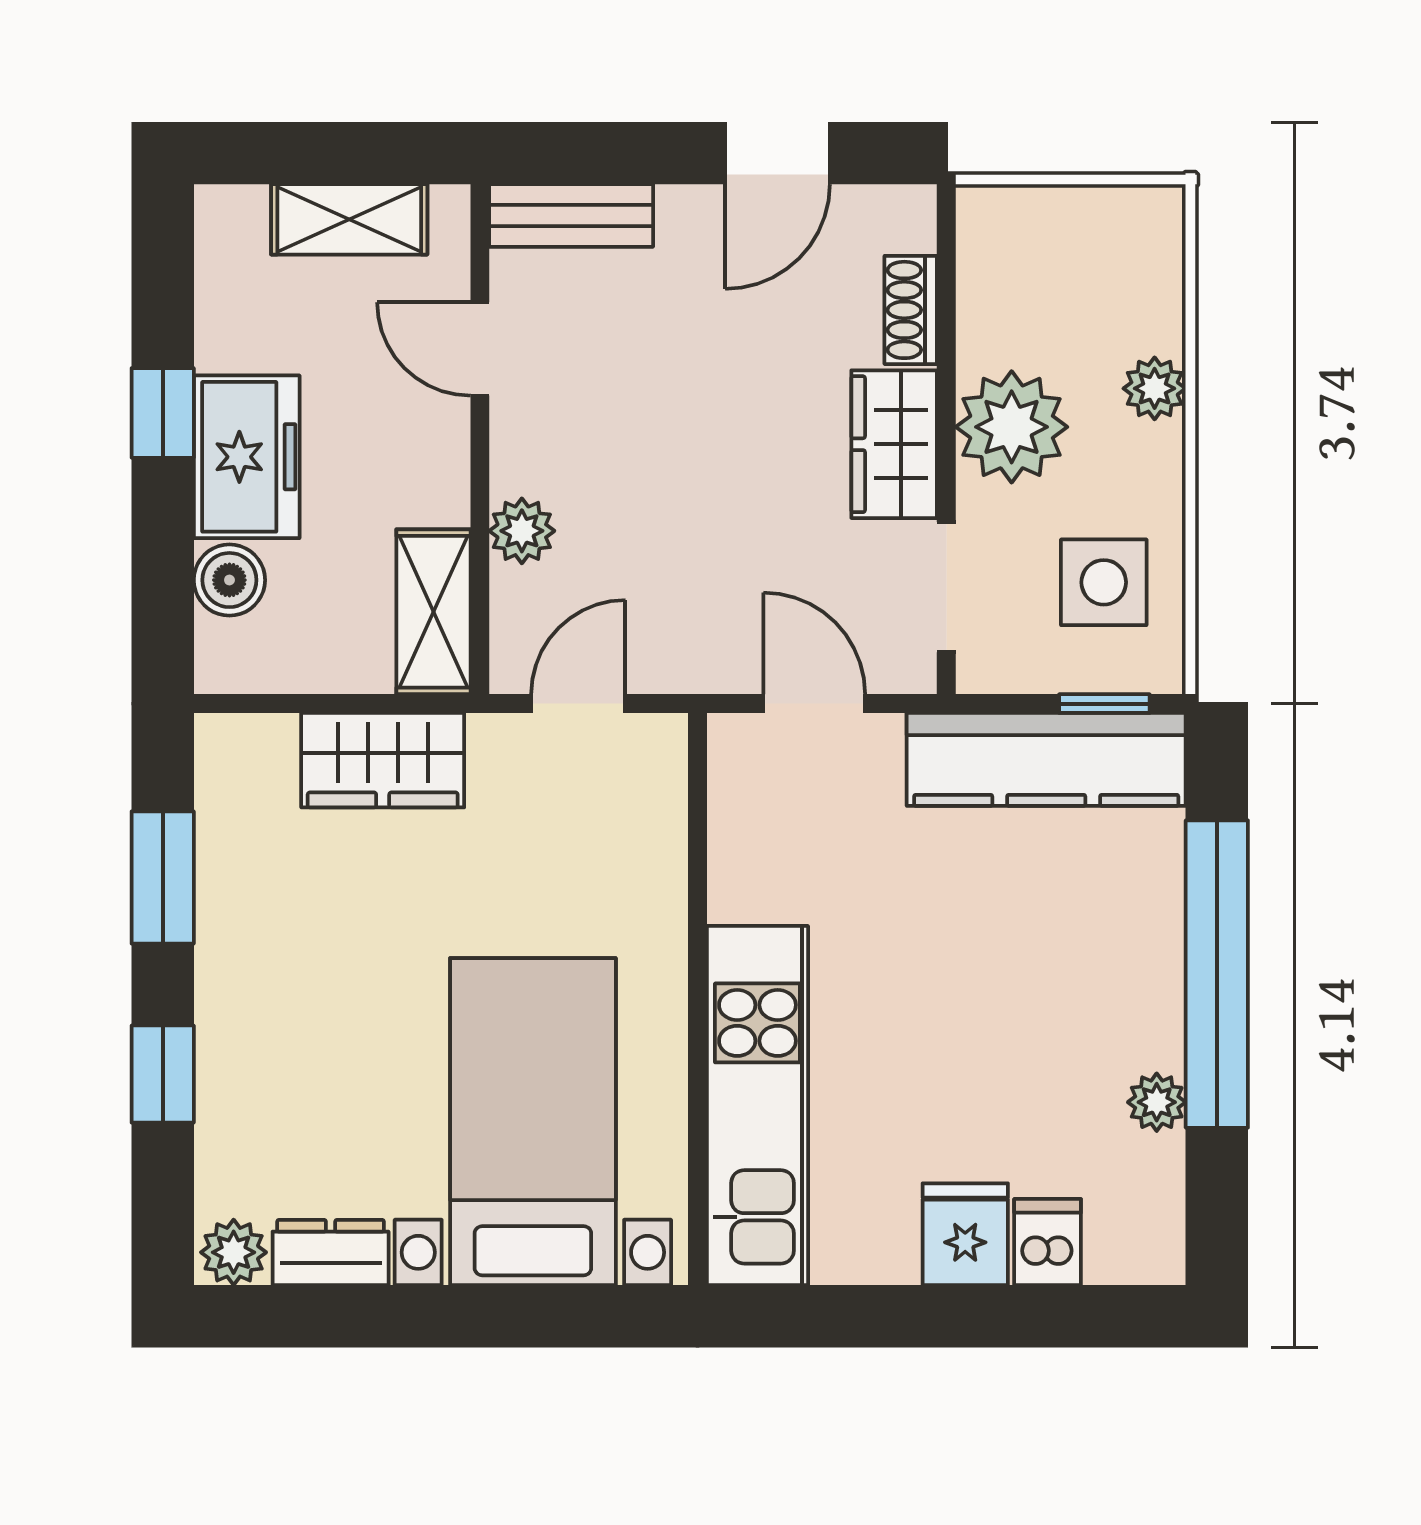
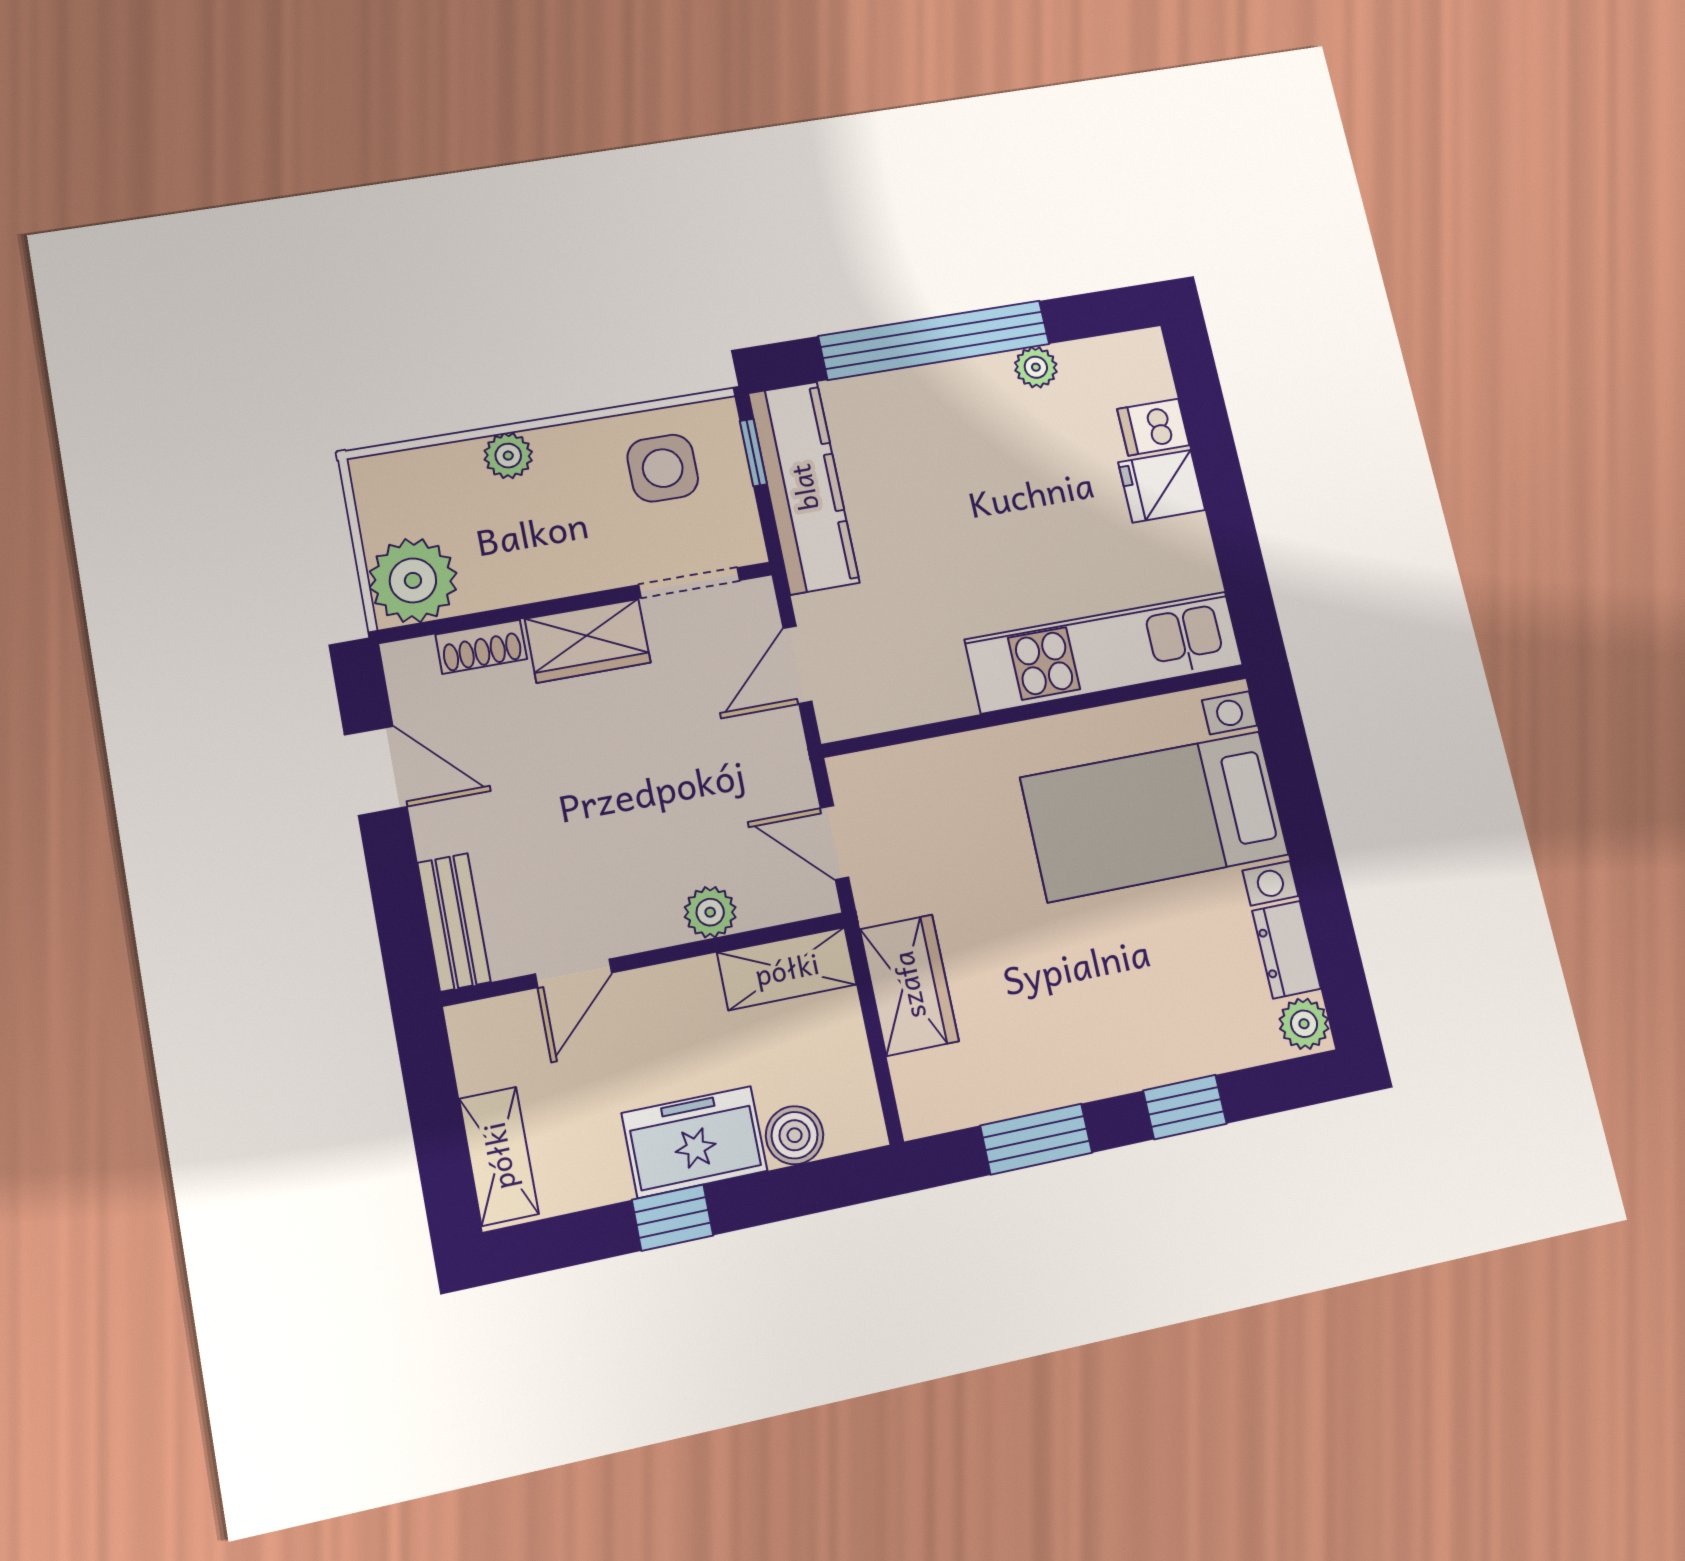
shelving: (349, 219) -> (499, 1156), moved
plant: (1012, 427) -> (413, 580), moved

